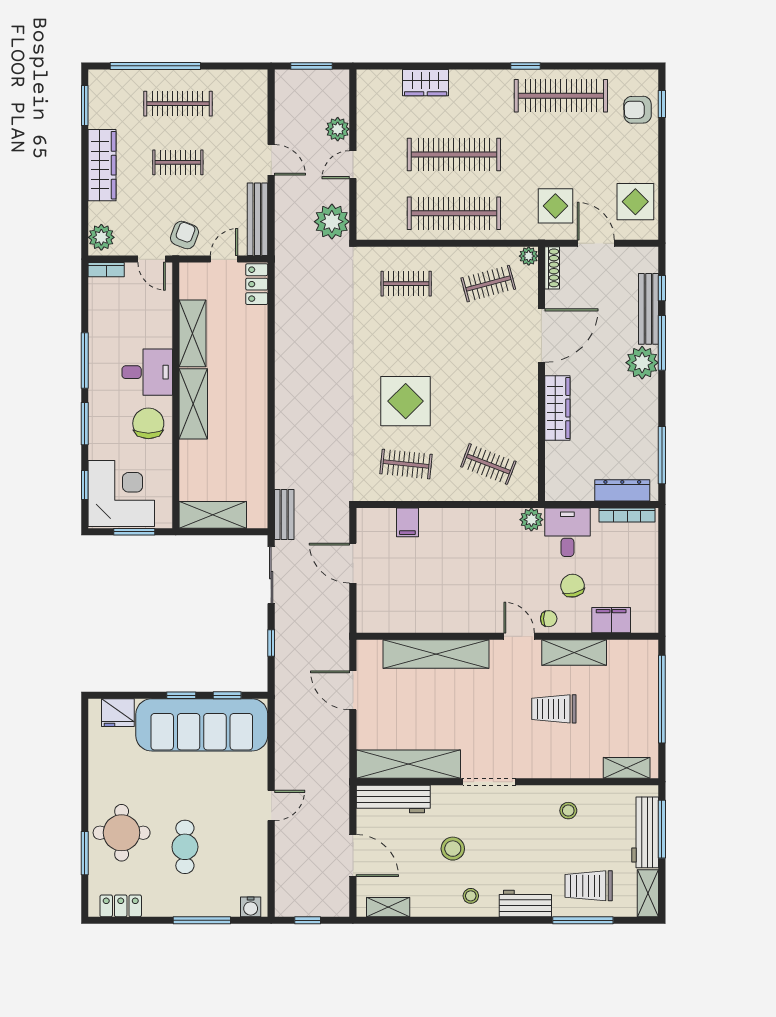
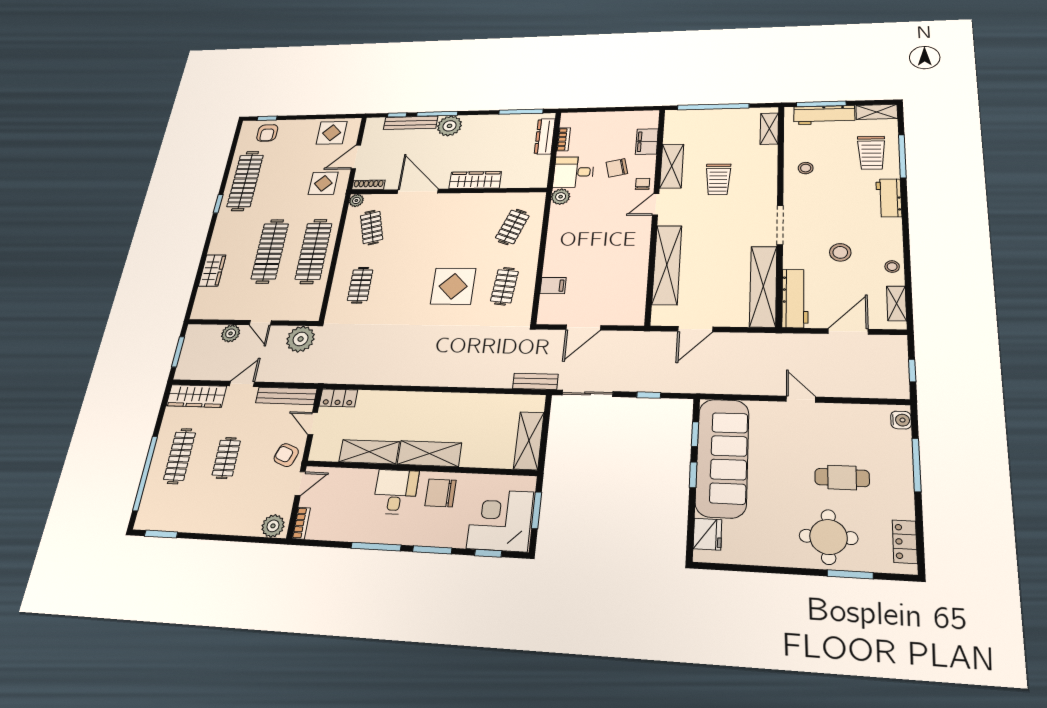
wardrobe: (102, 165) -> (196, 396), moved, turned 180
bookcase: (627, 515) -> (564, 139), width x0.64
stool: (471, 896) -> (892, 267), moved

